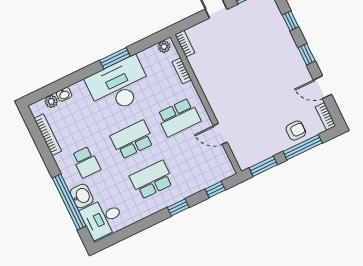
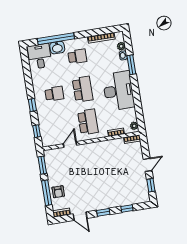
window: (115, 58) -> (131, 65), moved
door: (322, 87) -> (80, 216), swing flipped
school desk: (179, 117) -> (88, 122), turned 180
school desk: (86, 162) -> (77, 56), turned 180
school desk: (152, 180) -> (54, 94), width x0.54

